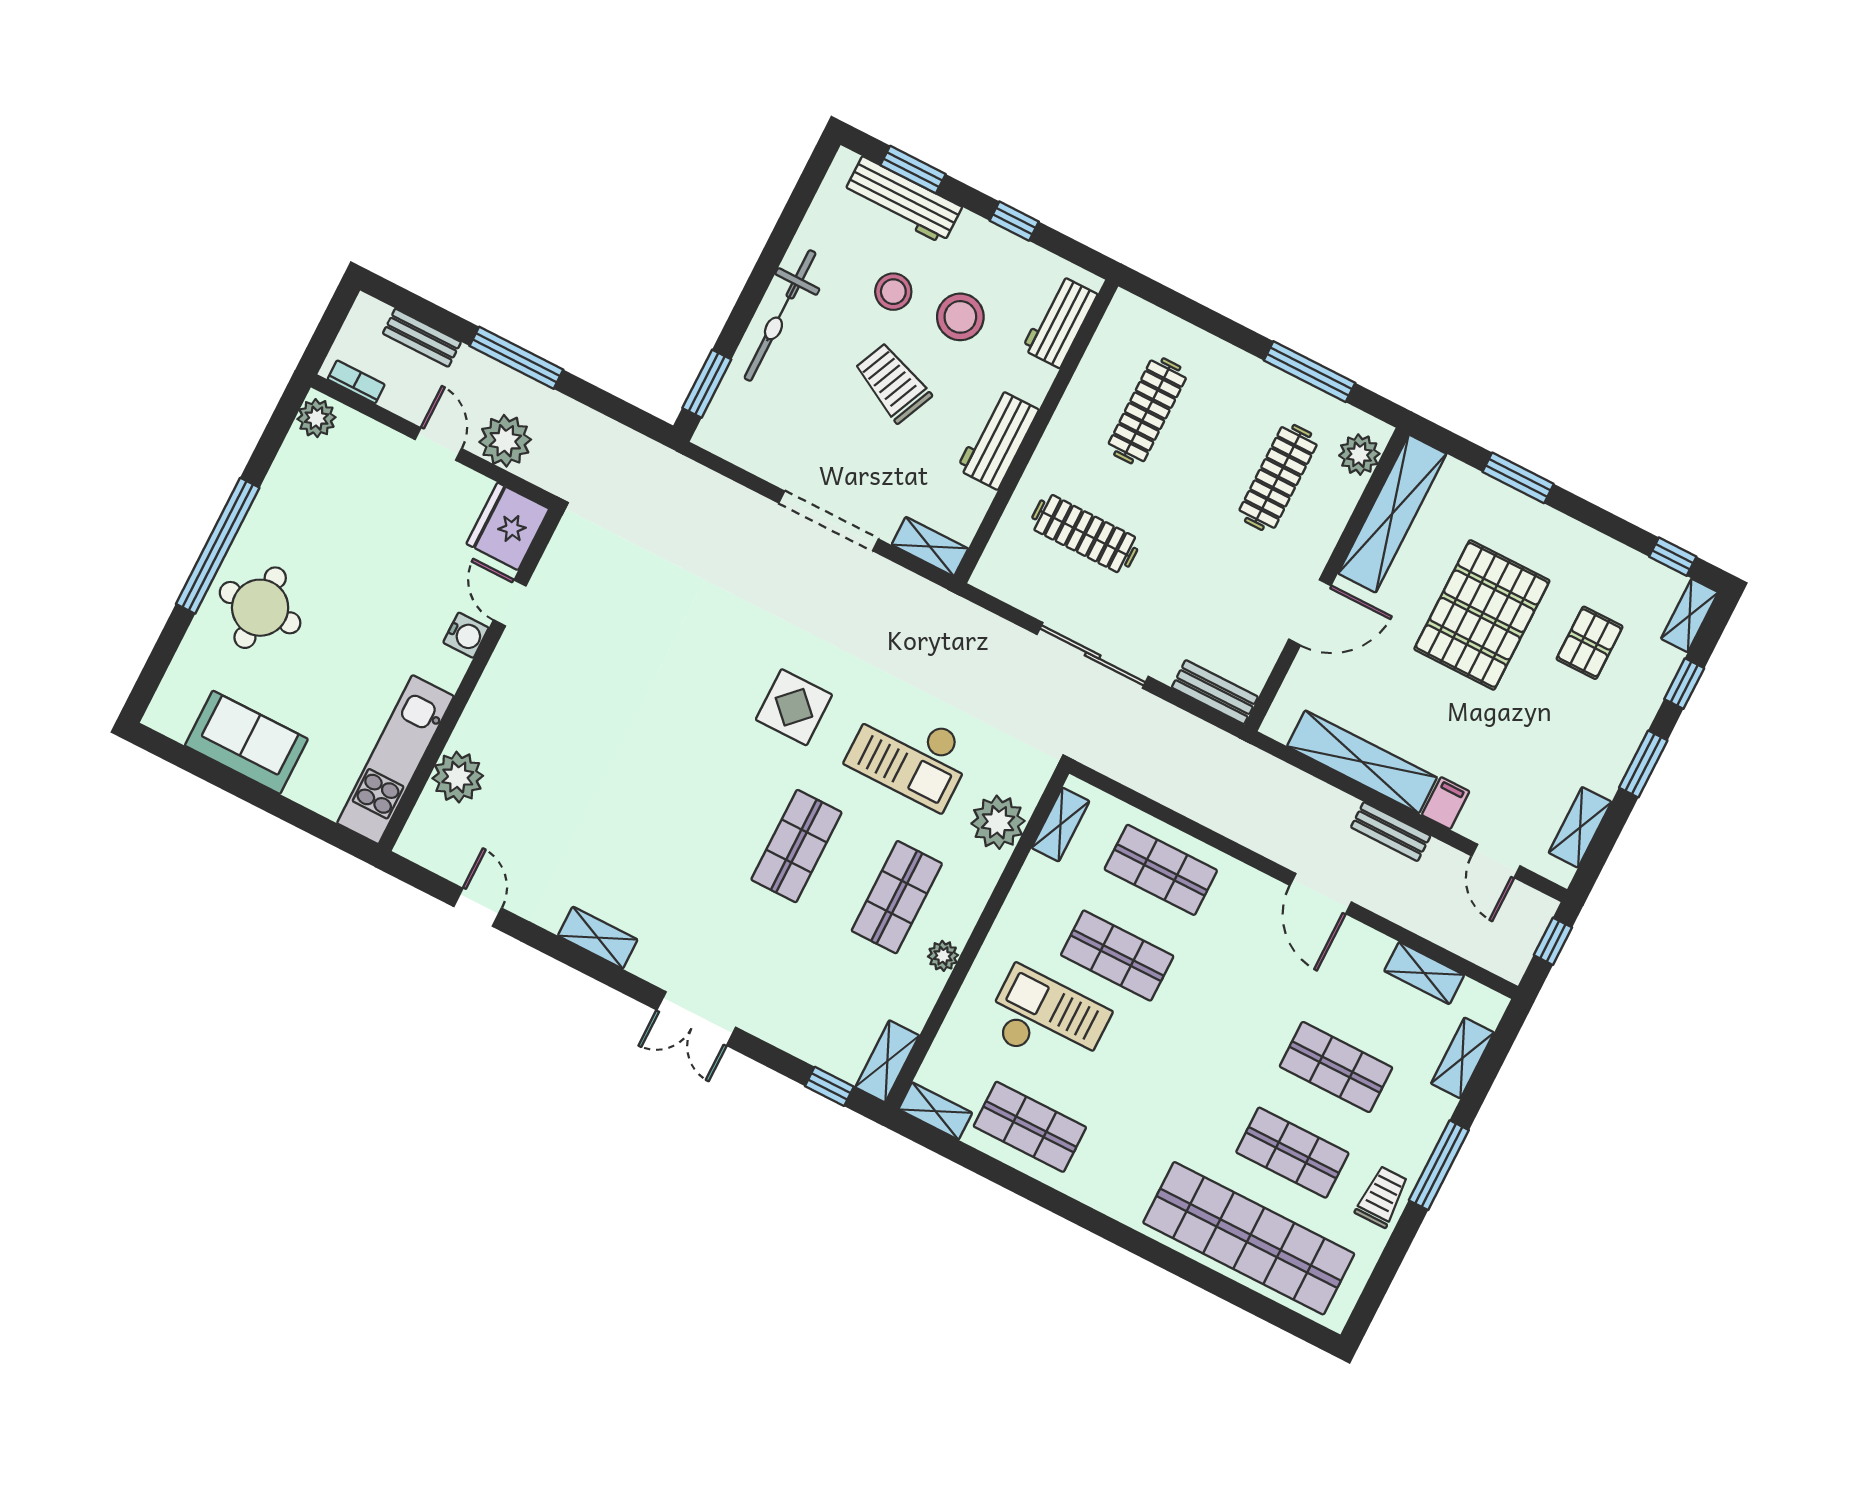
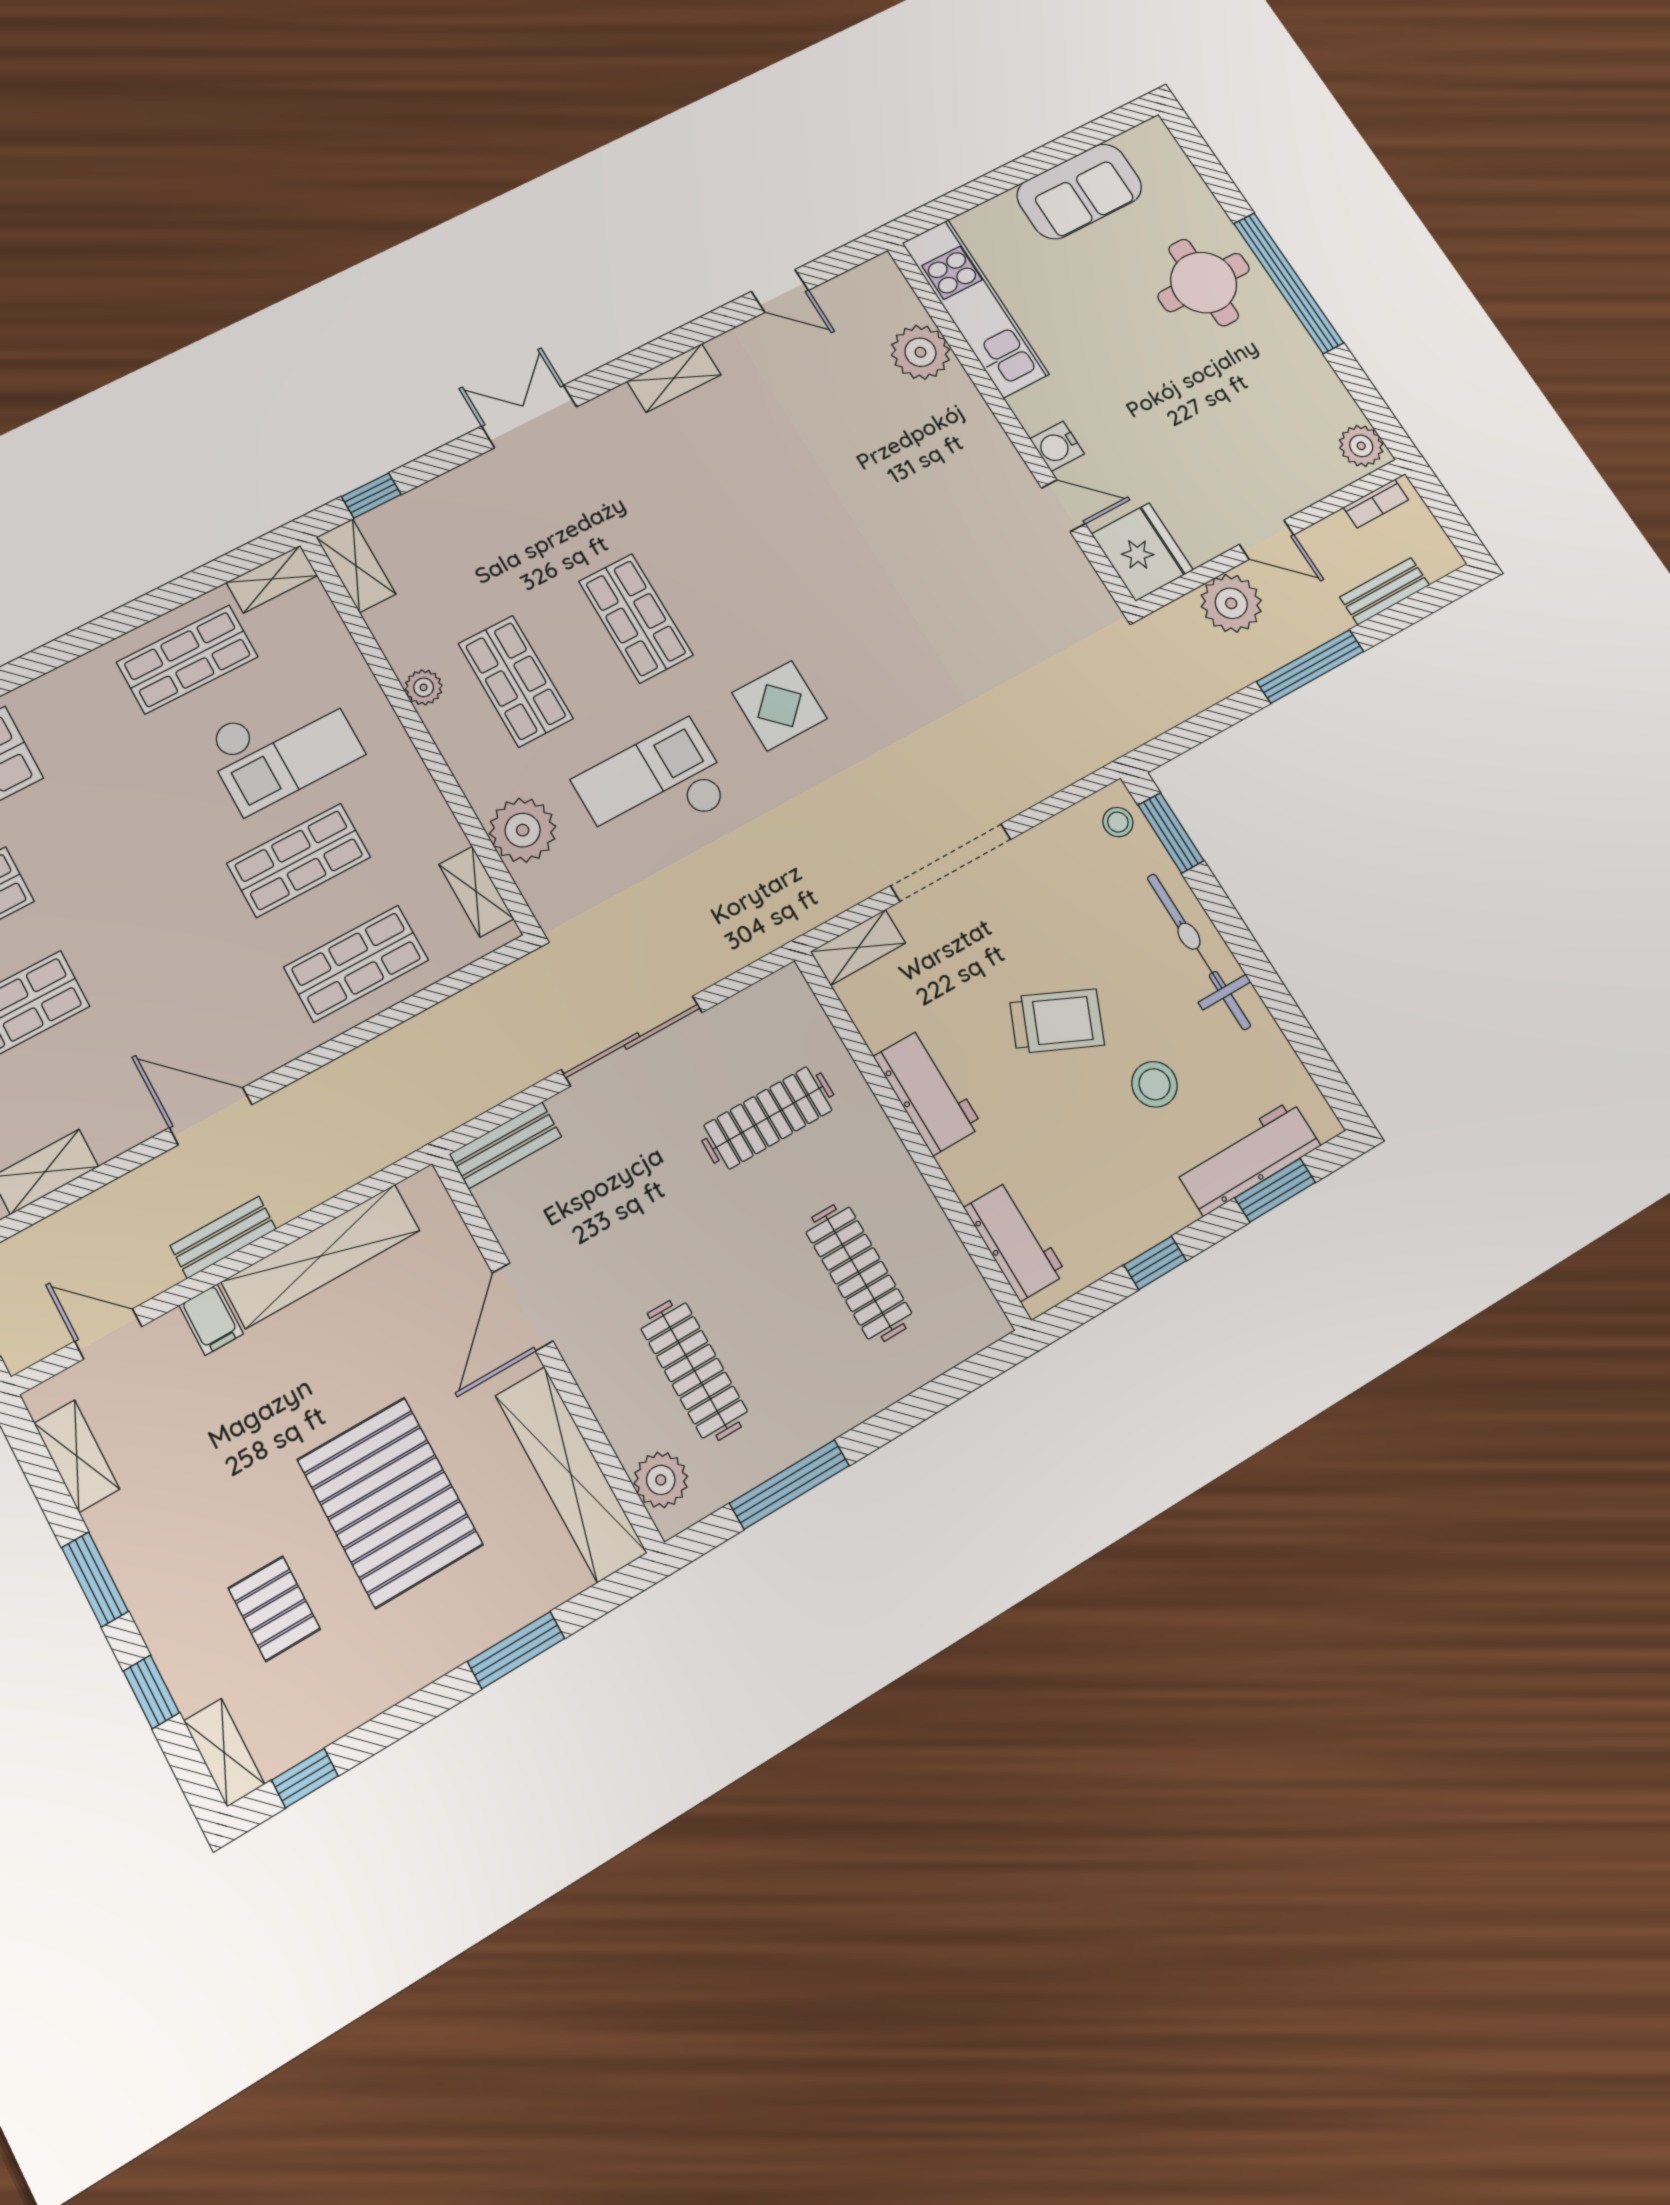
stool: (960, 317) -> (1118, 822), moved, width x0.53, depth x0.53

